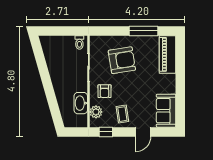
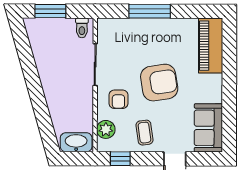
window: (58, 31) -> (50, 11), added
window: (143, 31) -> (150, 11), moved
armchair: (122, 60) -> (159, 83), moved
washbasin: (81, 103) -> (76, 142), moved, turned 90

